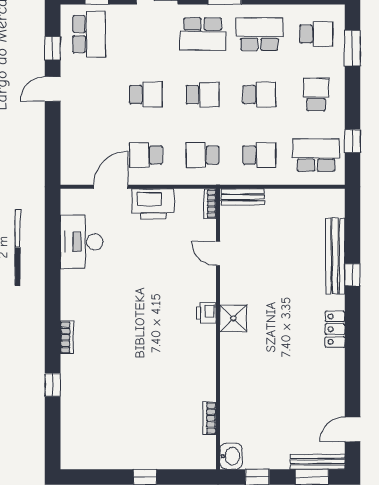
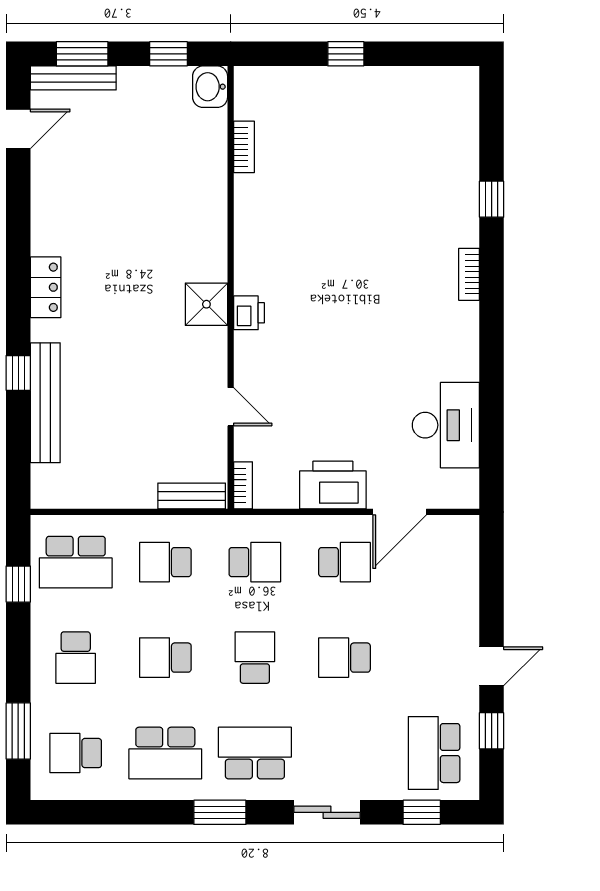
school desk: (203, 95) -> (255, 658), turned 90

